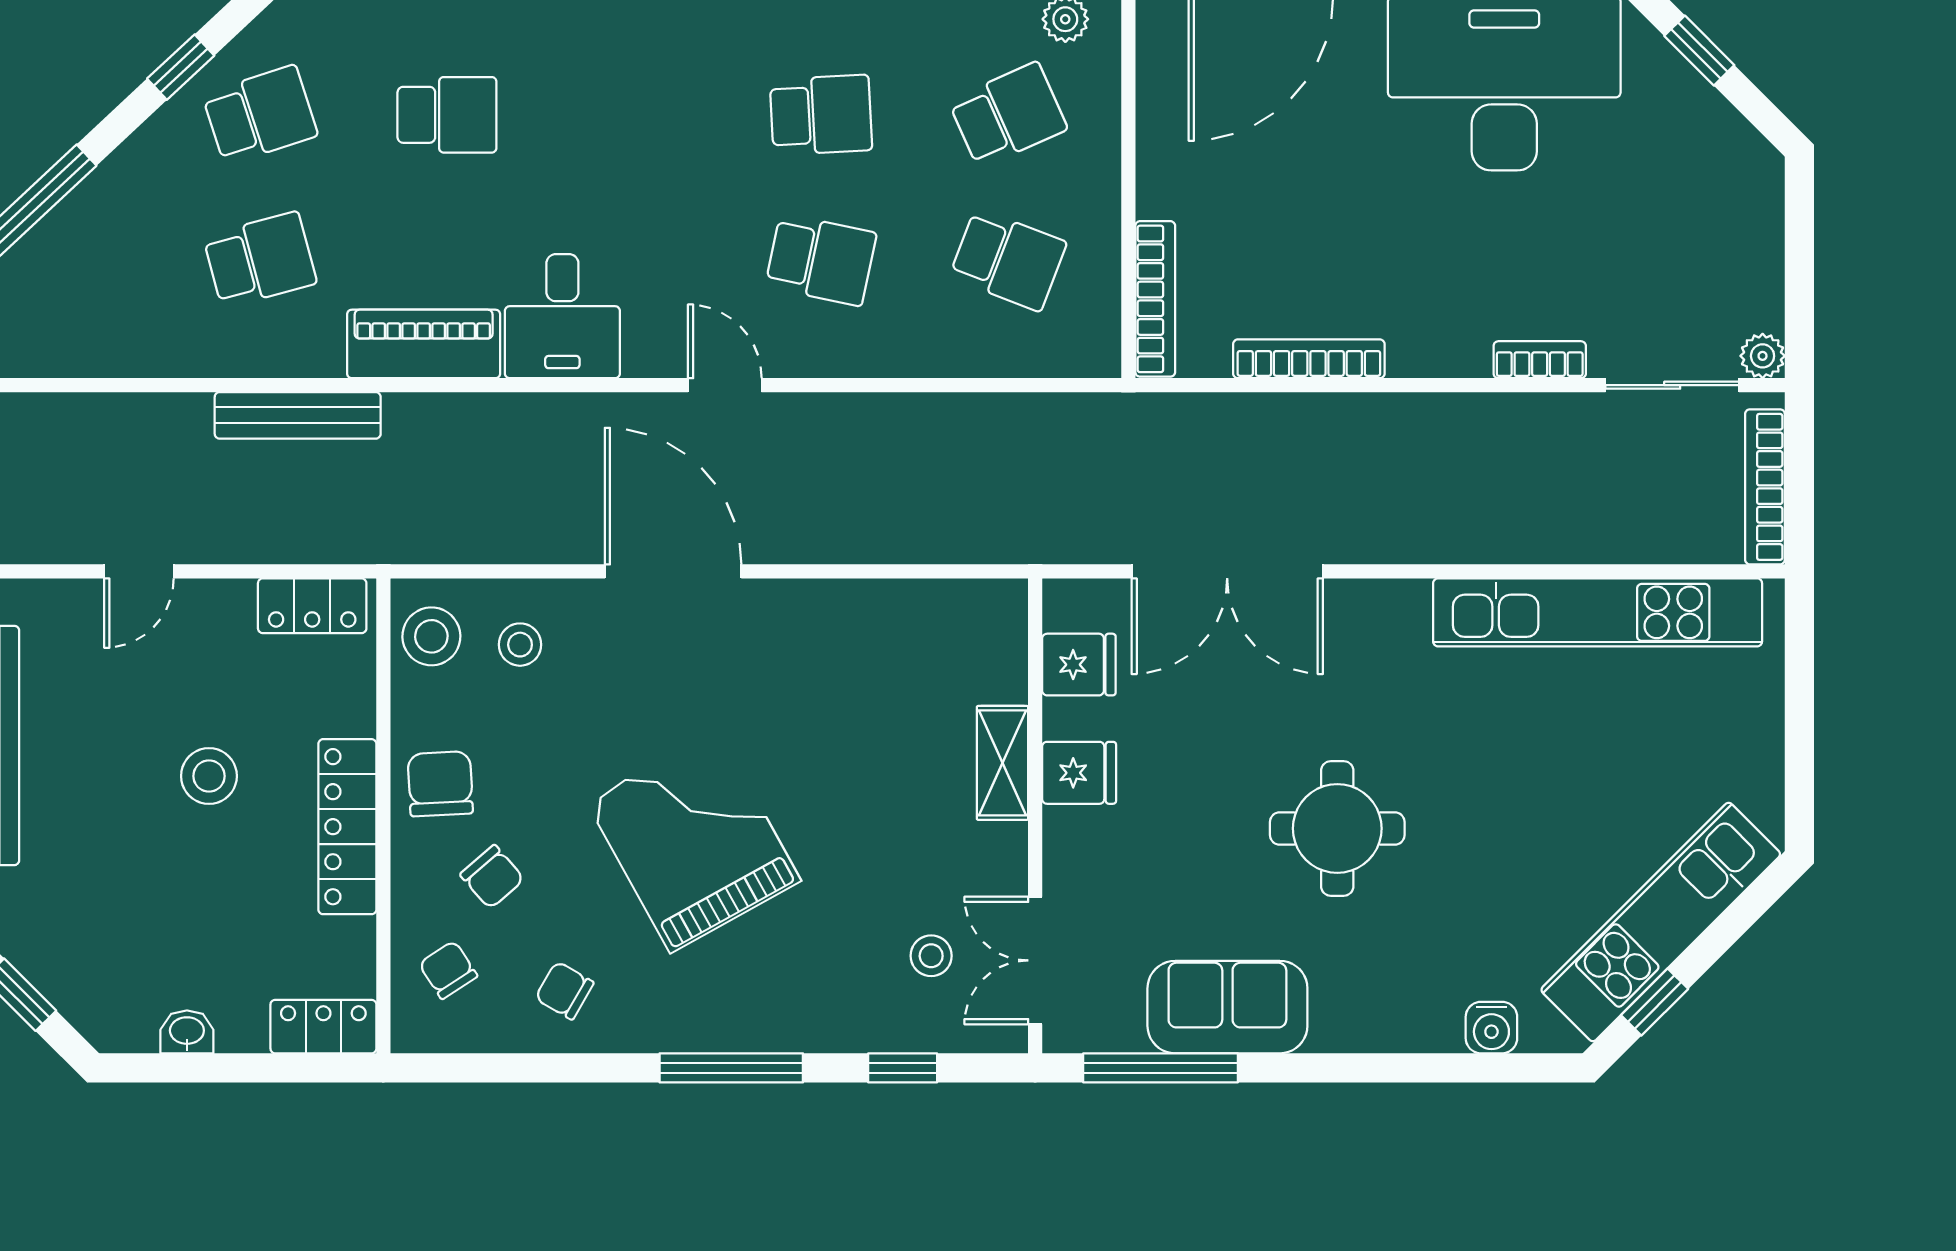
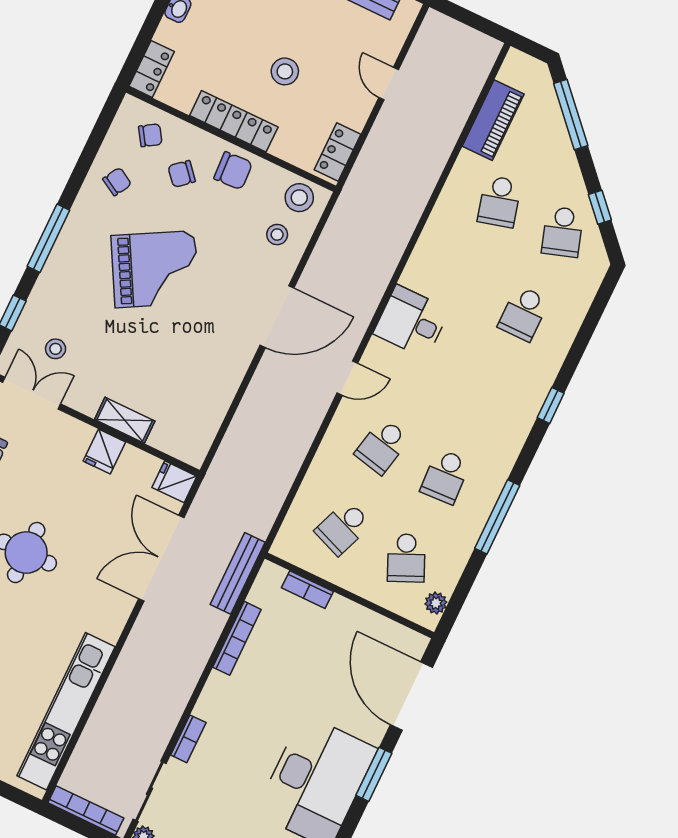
bookcase: (1155, 299) -> (307, 590), width x0.64
piano: (424, 344) -> (493, 120), moved
bench: (298, 415) -> (238, 573), moved
fridge: (1079, 665) -> (174, 482), moved, turned 90

